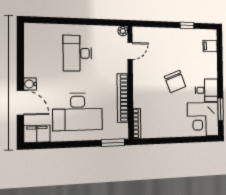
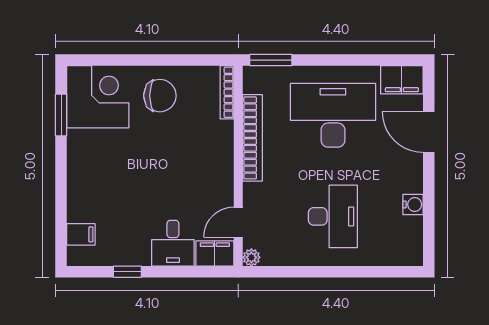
filing cabinet: (142, 34) -> (215, 254), added
chair: (175, 82) -> (160, 96), moved, turned 111
water cooler: (30, 84) -> (413, 204), moved
desk: (207, 90) -> (173, 243), moved, turned -90

